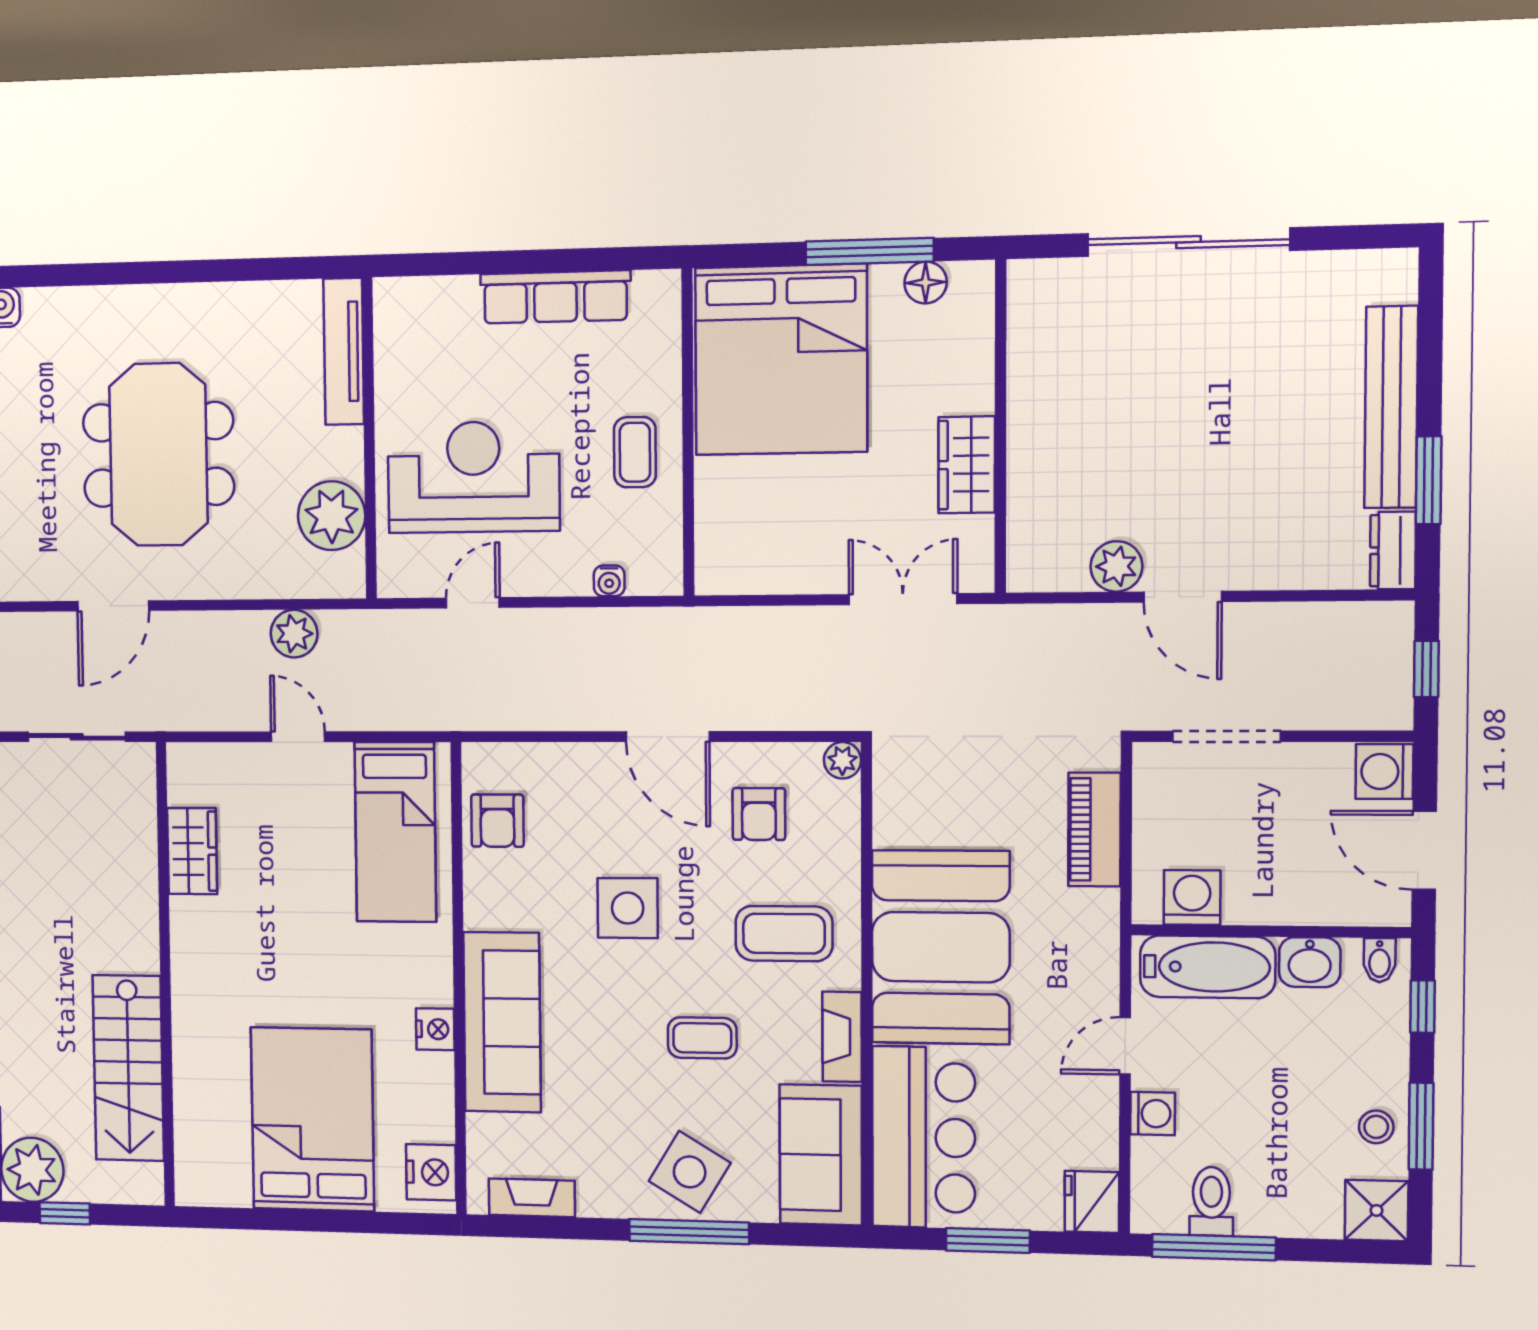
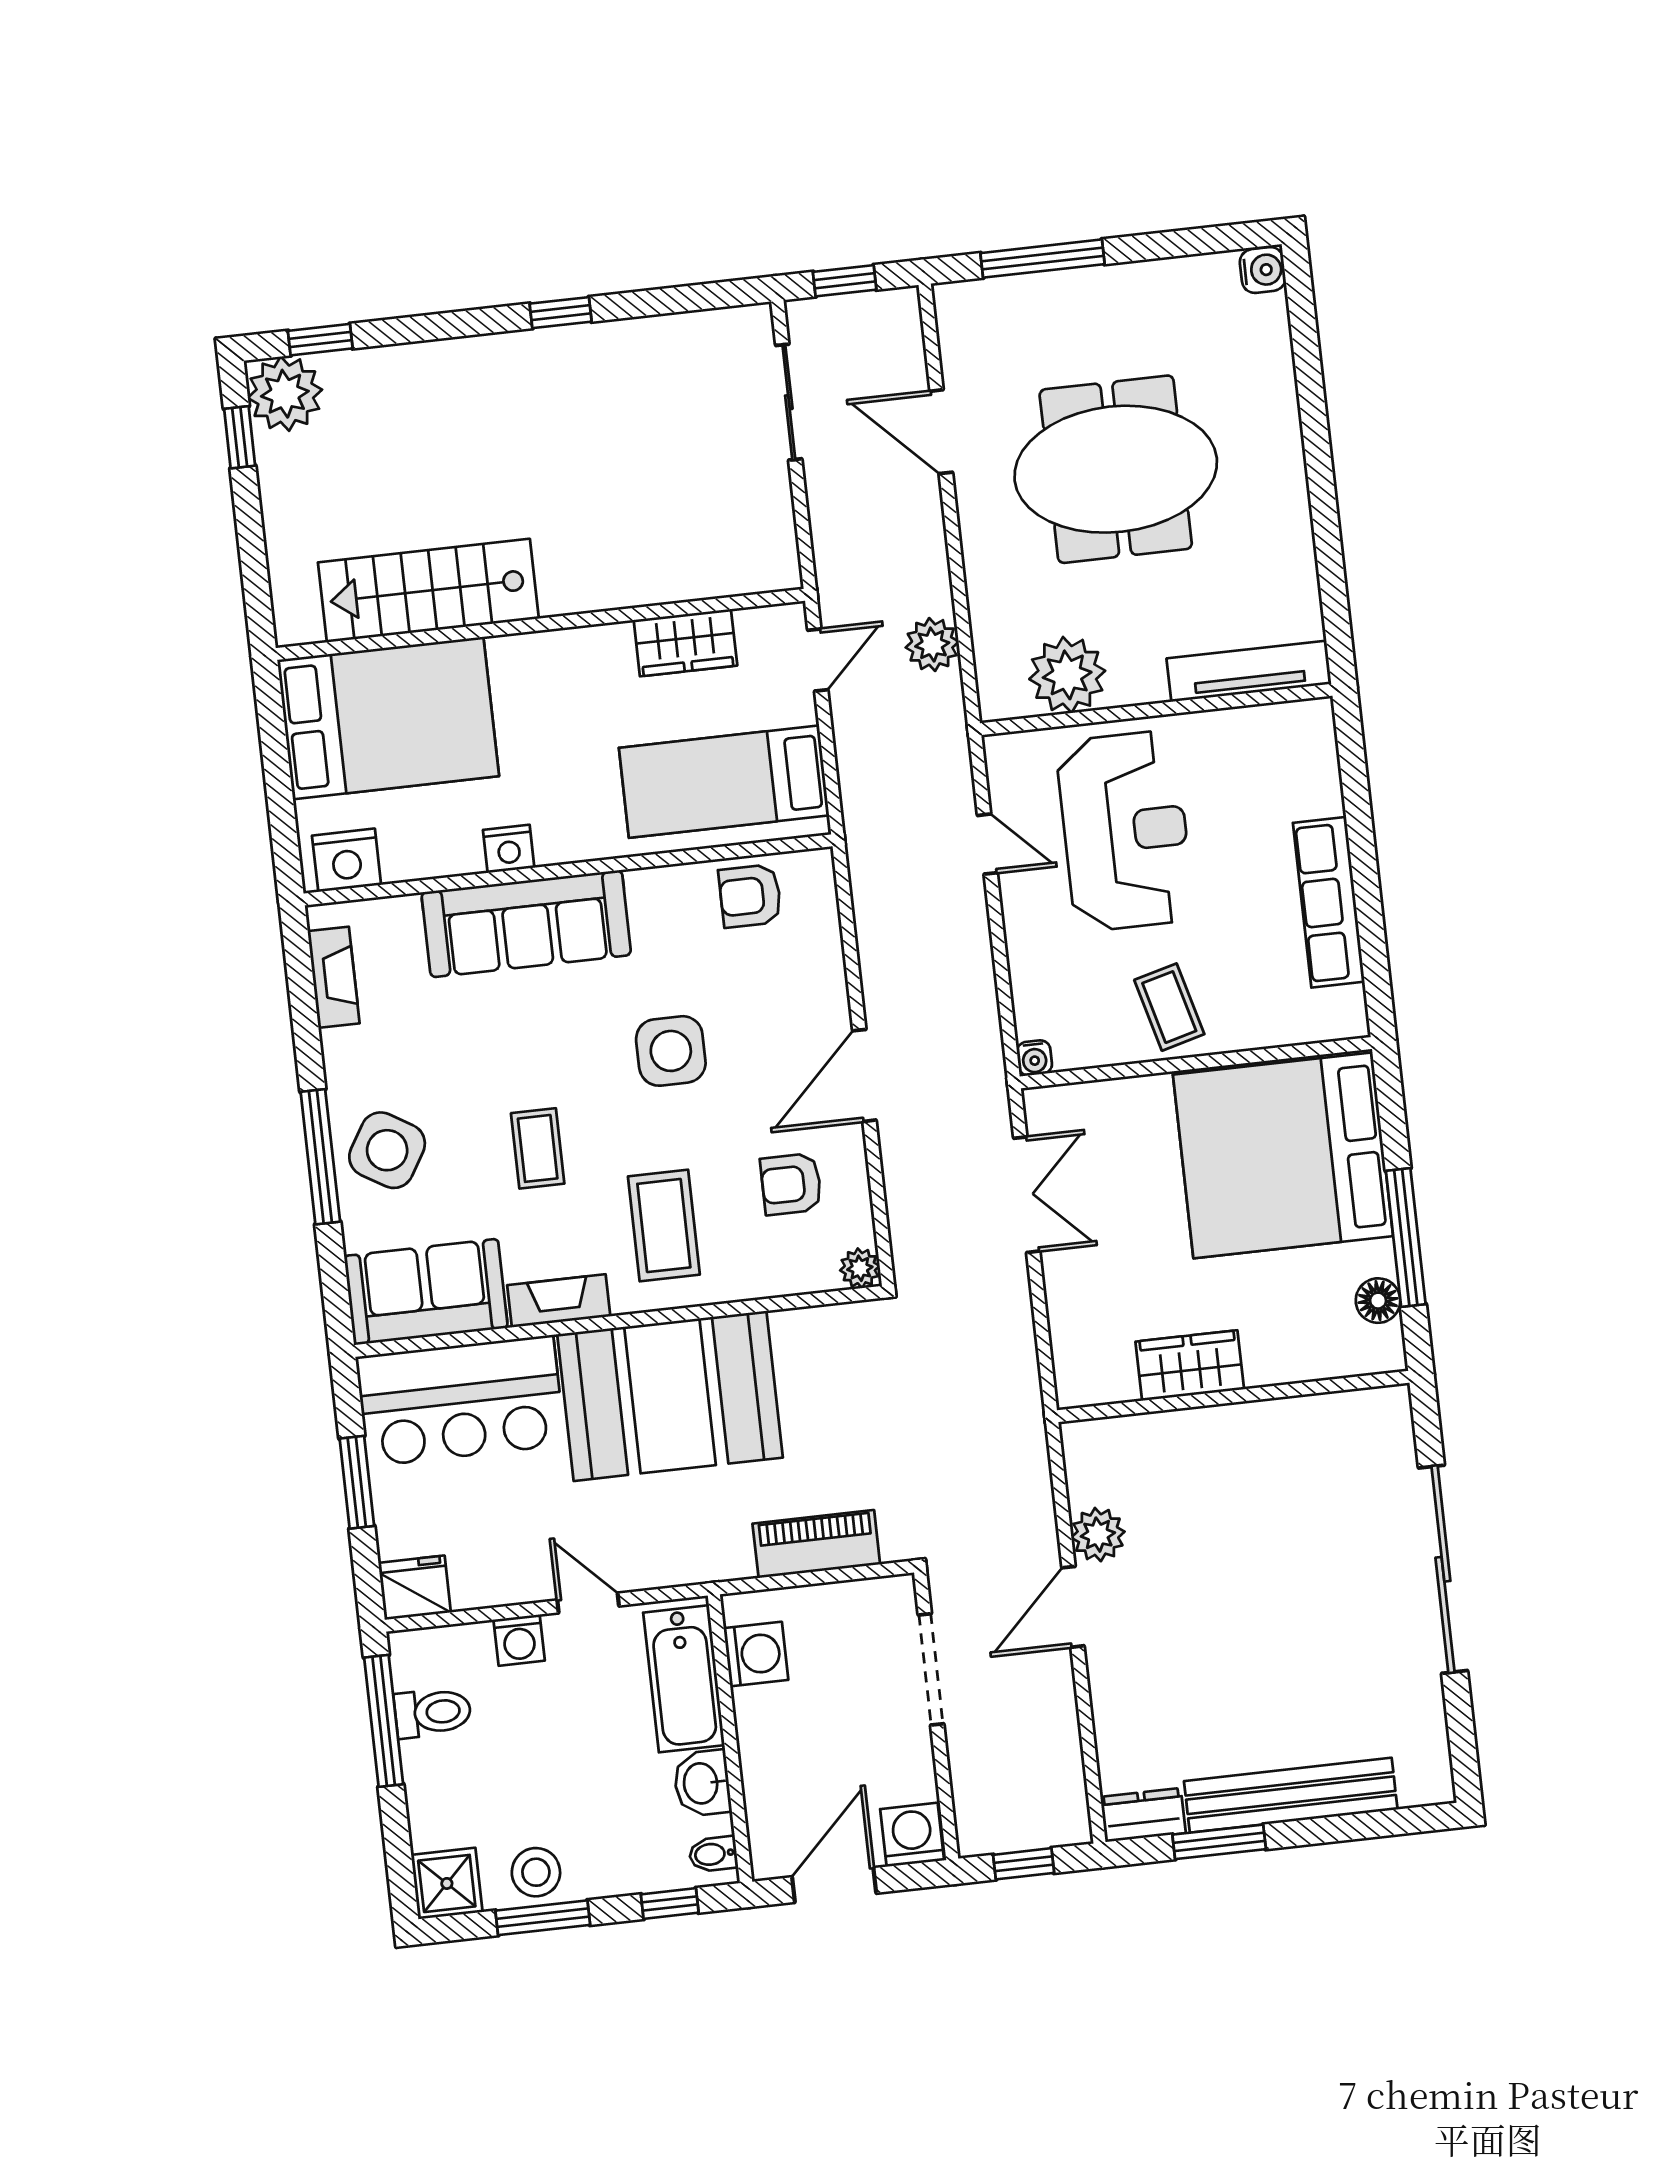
coffee table: (635, 452) -> (1169, 1007), turned 75
water cooler: (609, 581) -> (1034, 1058), moved, turned -90
double door: (903, 599) -> (1027, 1195), moved
wardrobe: (192, 851) -> (685, 643), moved
wall: (165, 975) -> (540, 624), moved
stairs: (128, 1068) -> (428, 591), moved
stool: (1376, 1127) -> (536, 1872), width x1.37, depth x1.37

